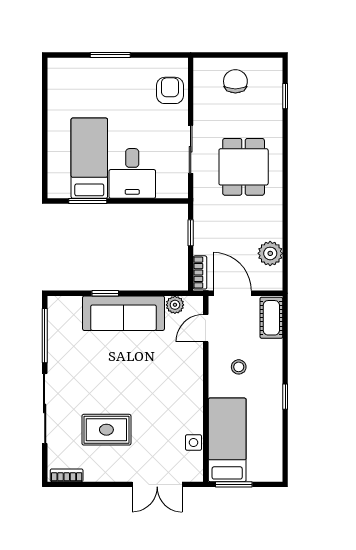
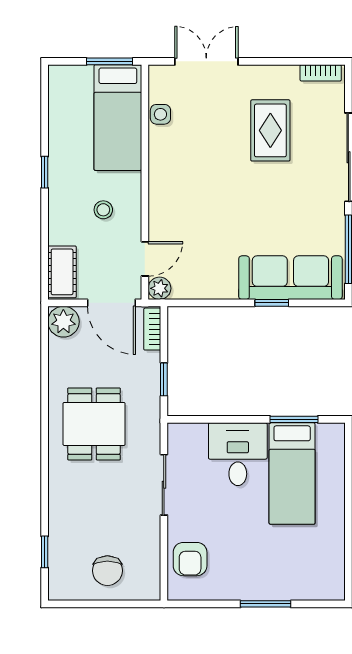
dining table: (244, 167) -> (94, 424), moved
plant: (270, 253) -> (63, 322), moved
plant: (175, 305) -> (160, 288), moved
sofa: (123, 313) -> (290, 278), moved
rug: (106, 430) -> (270, 130), turned 90

